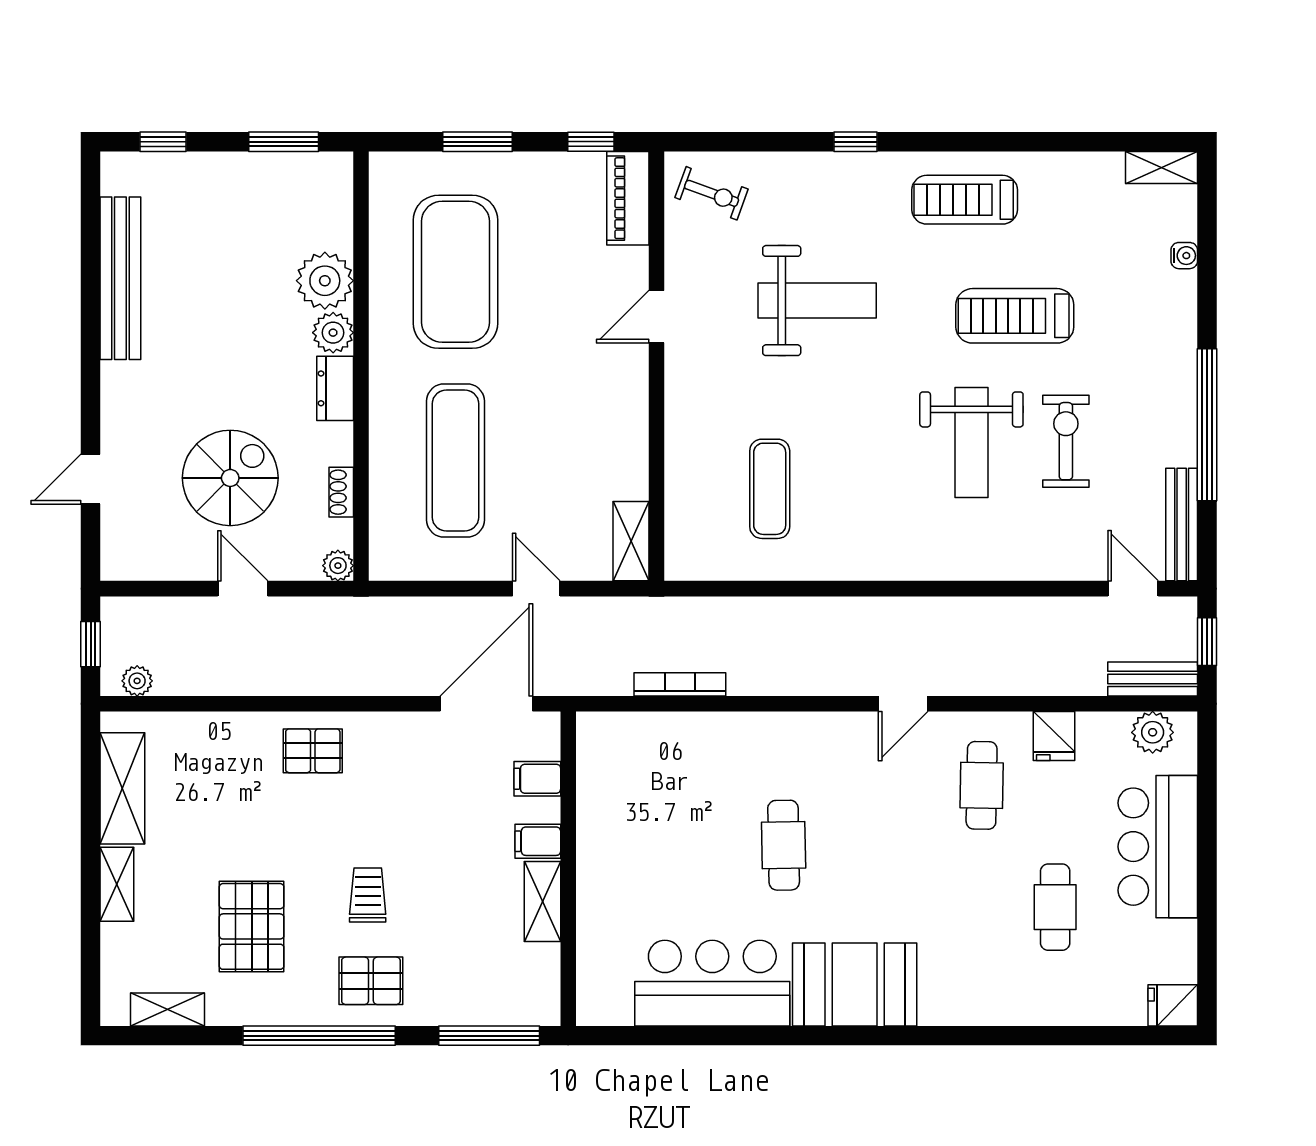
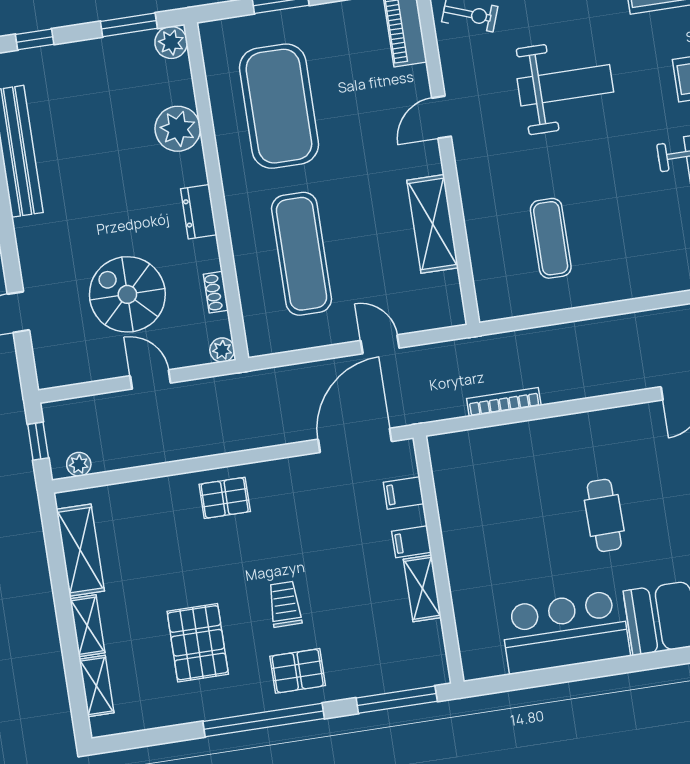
plant: (333, 333) -> (171, 42), moved
spiral stairs: (230, 478) -> (127, 294), turned -90
shelving: (631, 541) -> (433, 224), moved, width x1.50, depth x1.33
shelving: (167, 1009) -> (96, 686), moved, turned 90

